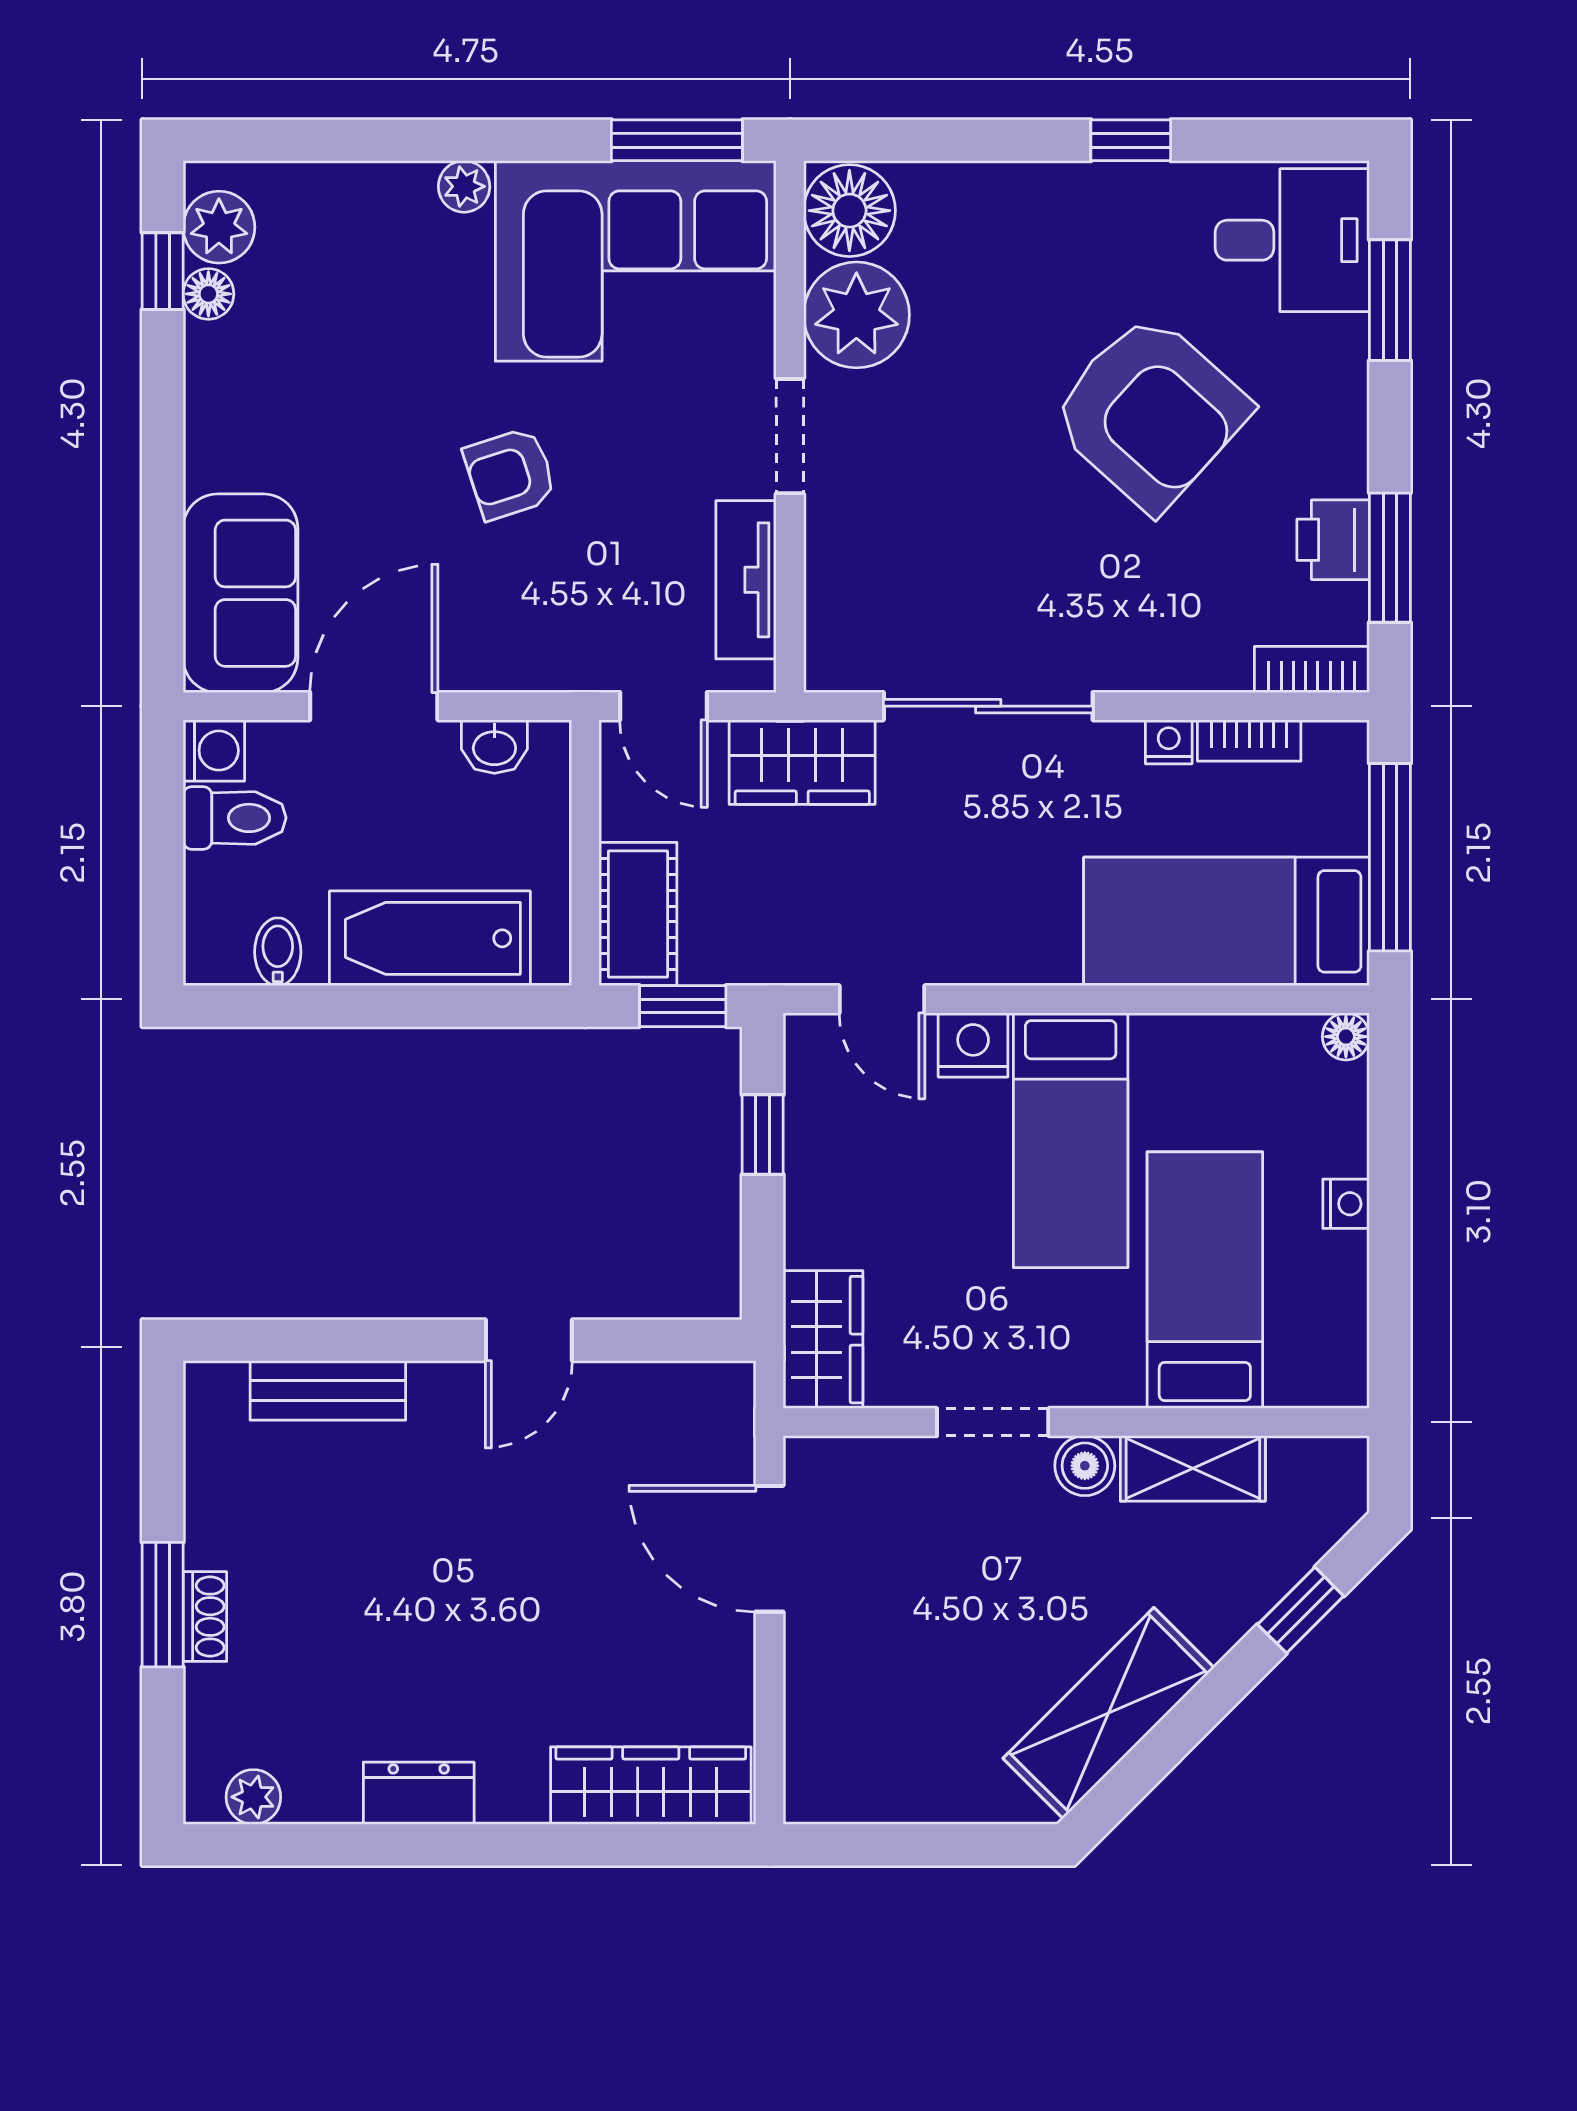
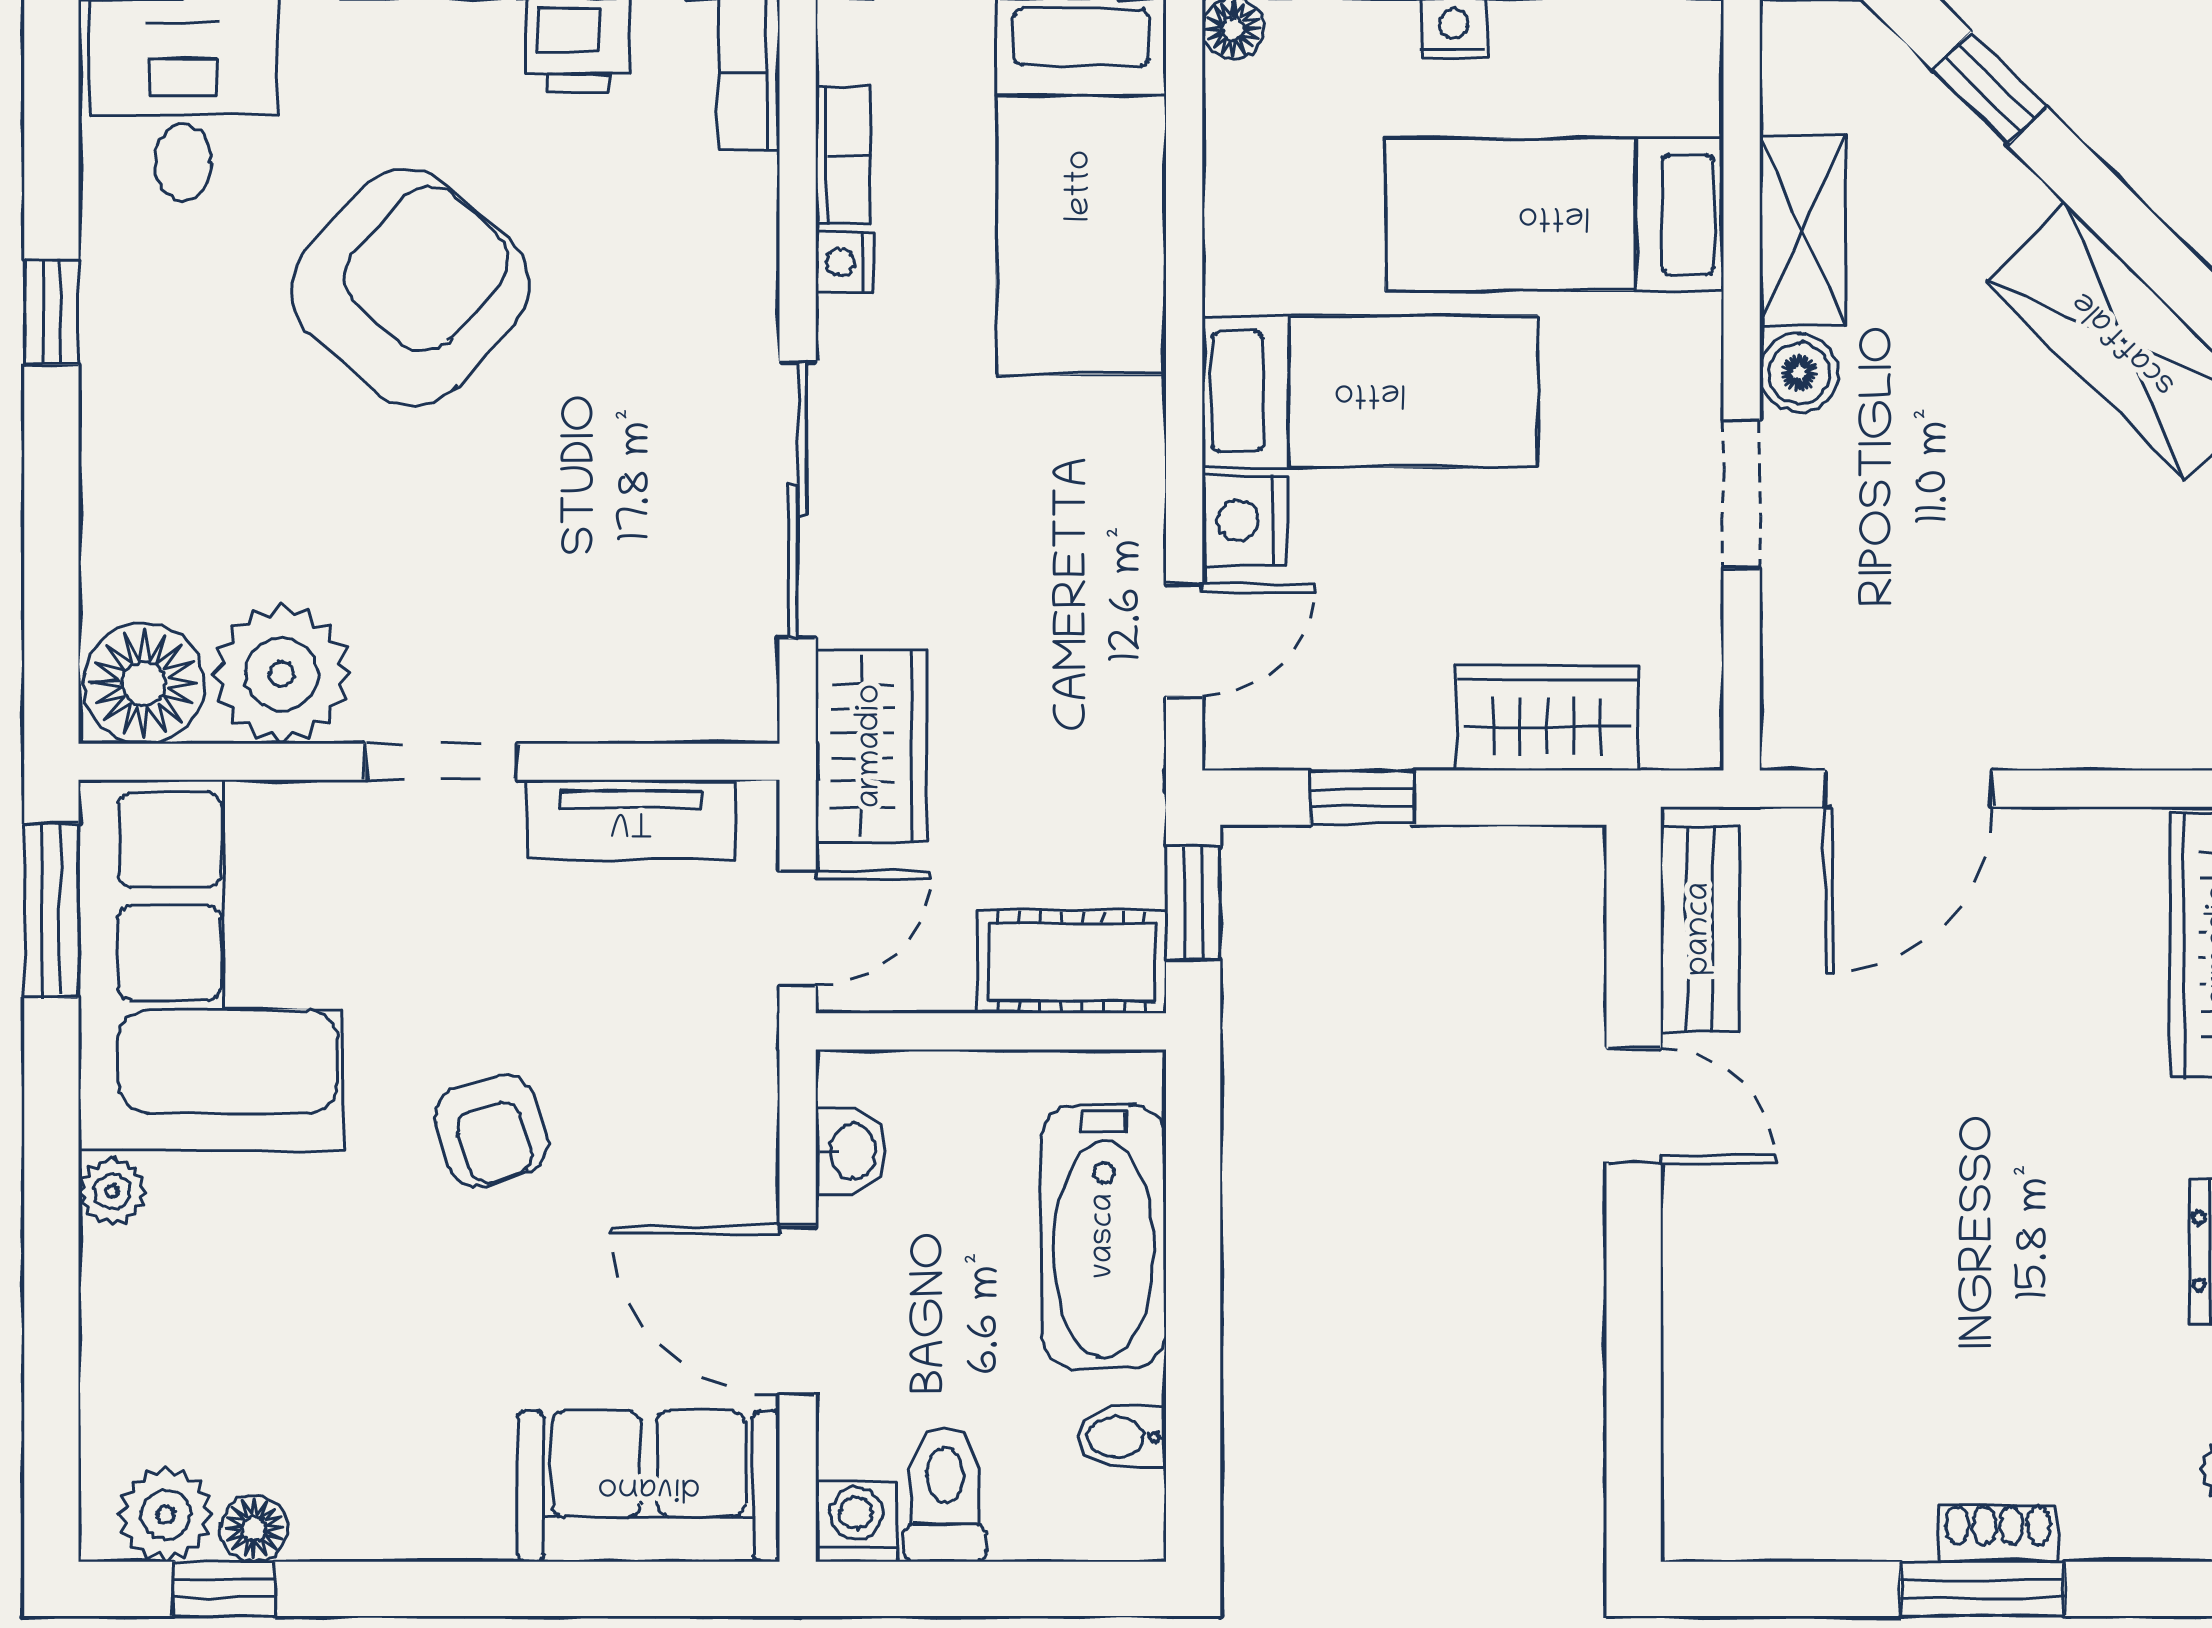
wardrobe: (823, 1340) -> (1547, 718), moved
bench: (328, 1390) -> (1700, 929), moved

